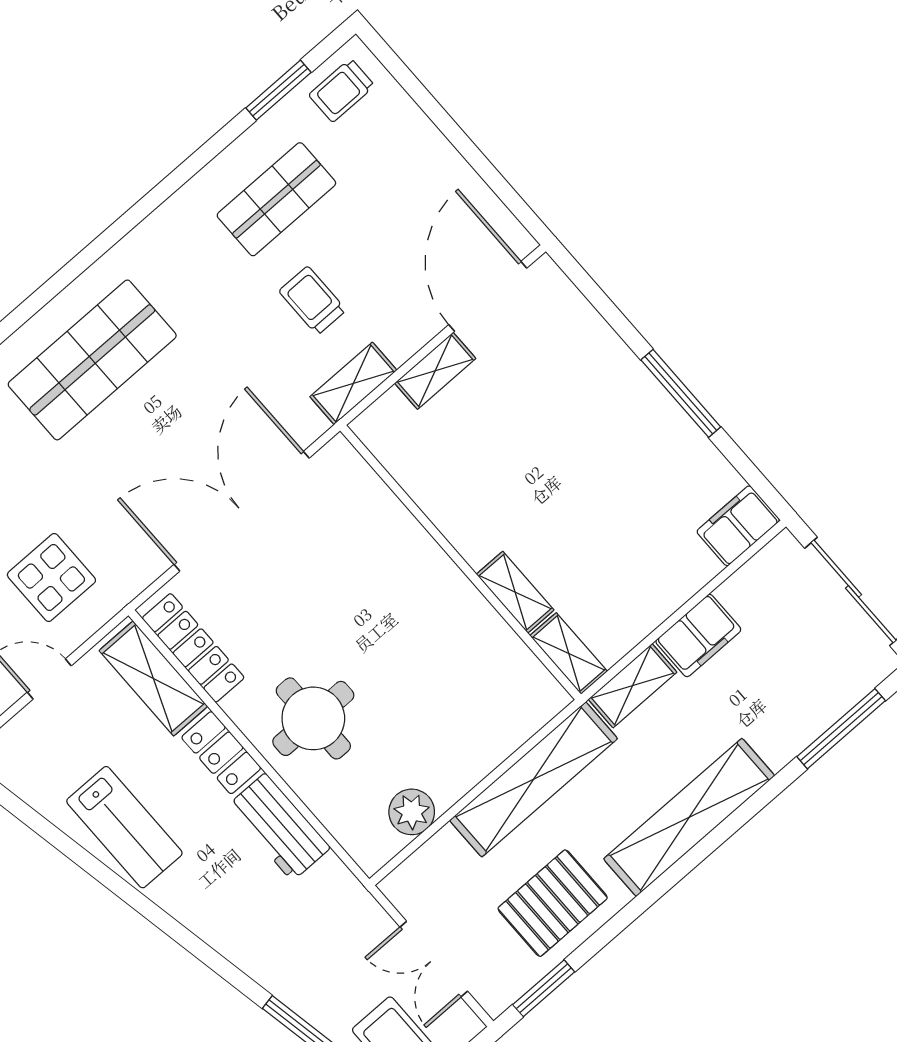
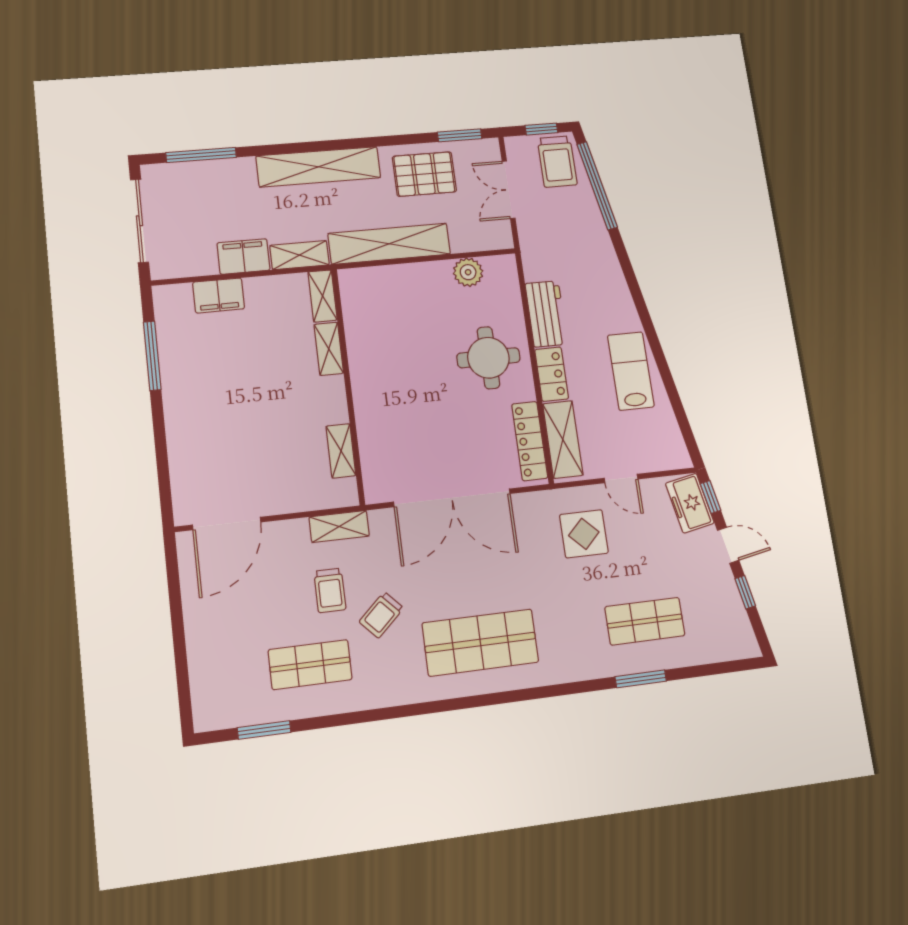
trolley: (342, 90) -> (381, 615), moved, turned 137
shelving: (435, 371) -> (341, 451), moved, turned 90
window: (681, 393) -> (152, 356), moved
filing cabinet: (738, 526) -> (219, 295), moved
double door: (434, 959) -> (508, 190), swing flipped

